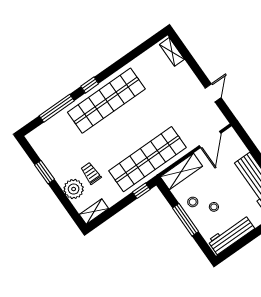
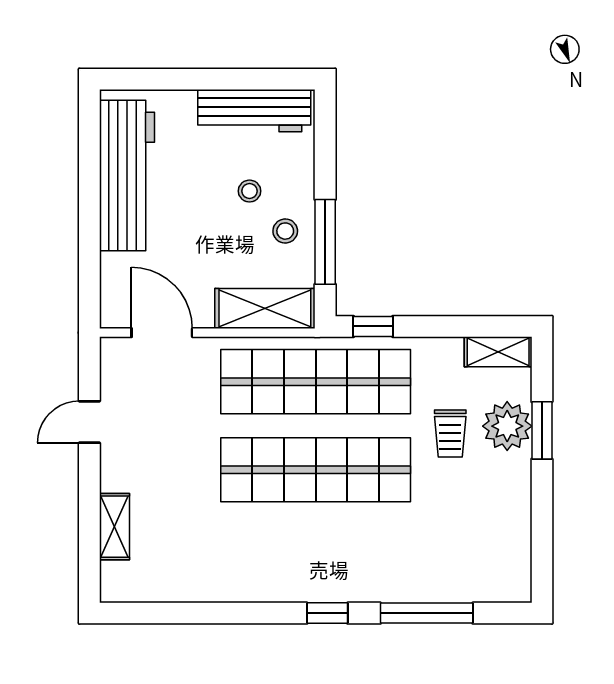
shelving: (172, 52) -> (114, 527), moved
shop shelf: (106, 101) -> (316, 470), moved
door: (210, 139) -> (162, 333), hinge flipped
window: (44, 172) -> (542, 430), moved
window: (186, 220) -> (325, 242), moved

